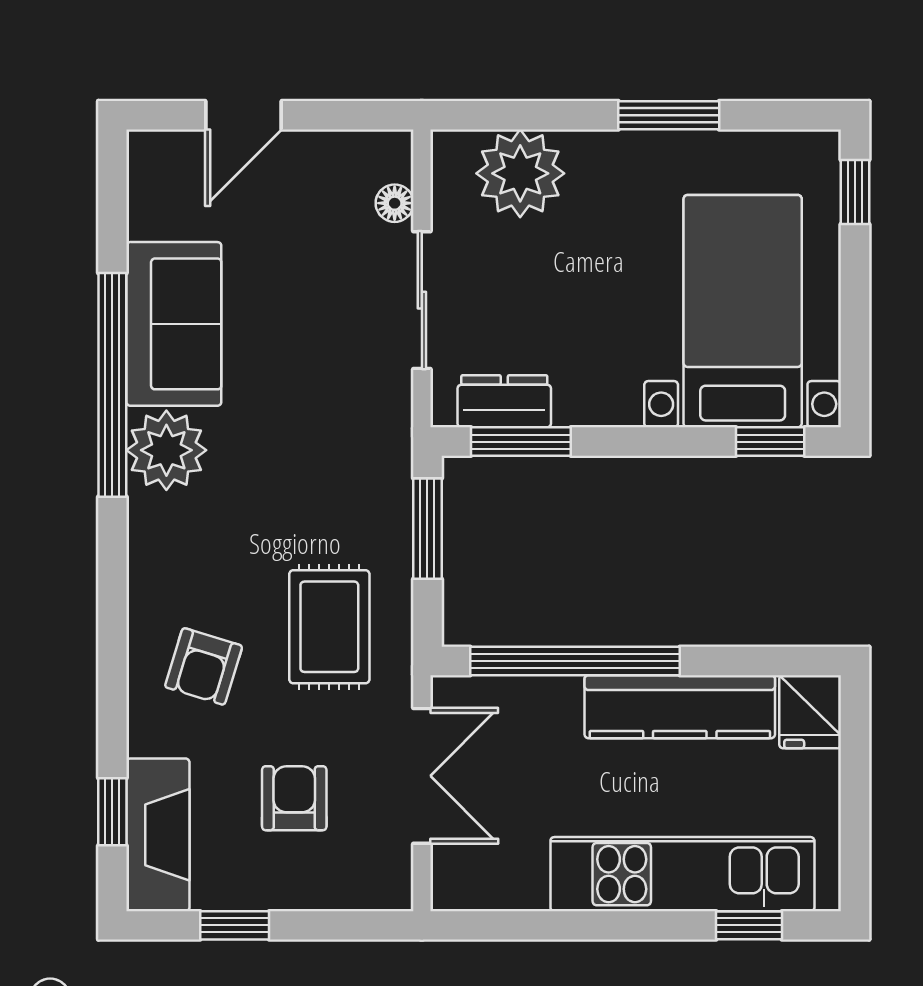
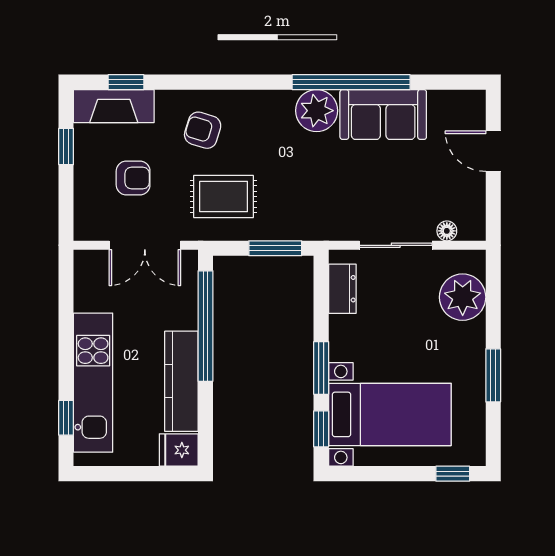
window: (521, 442) -> (321, 368), moved

